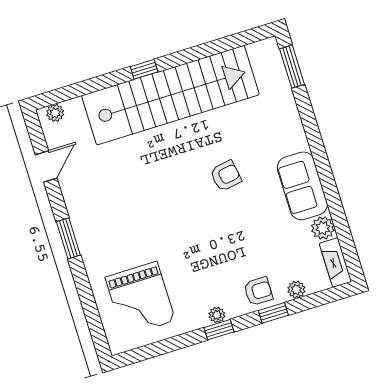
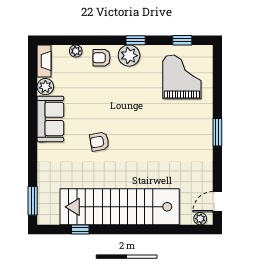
window: (144, 69) -> (80, 229), moved
door: (46, 166) -> (217, 202), moved
window: (273, 313) -> (182, 40), moved
plant: (217, 315) -> (129, 56), width x1.88, depth x1.88

